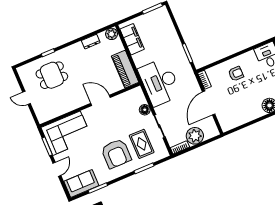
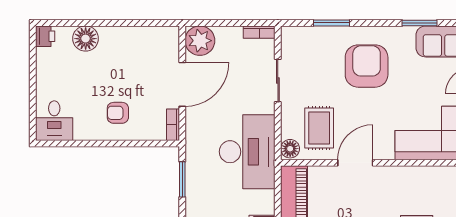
door: (101, 100) -> (355, 163), swing flipped
floor lamp: (145, 110) -> (290, 149), moved
plant: (195, 136) -> (200, 41), moved
rug: (142, 144) -> (319, 128), moved

